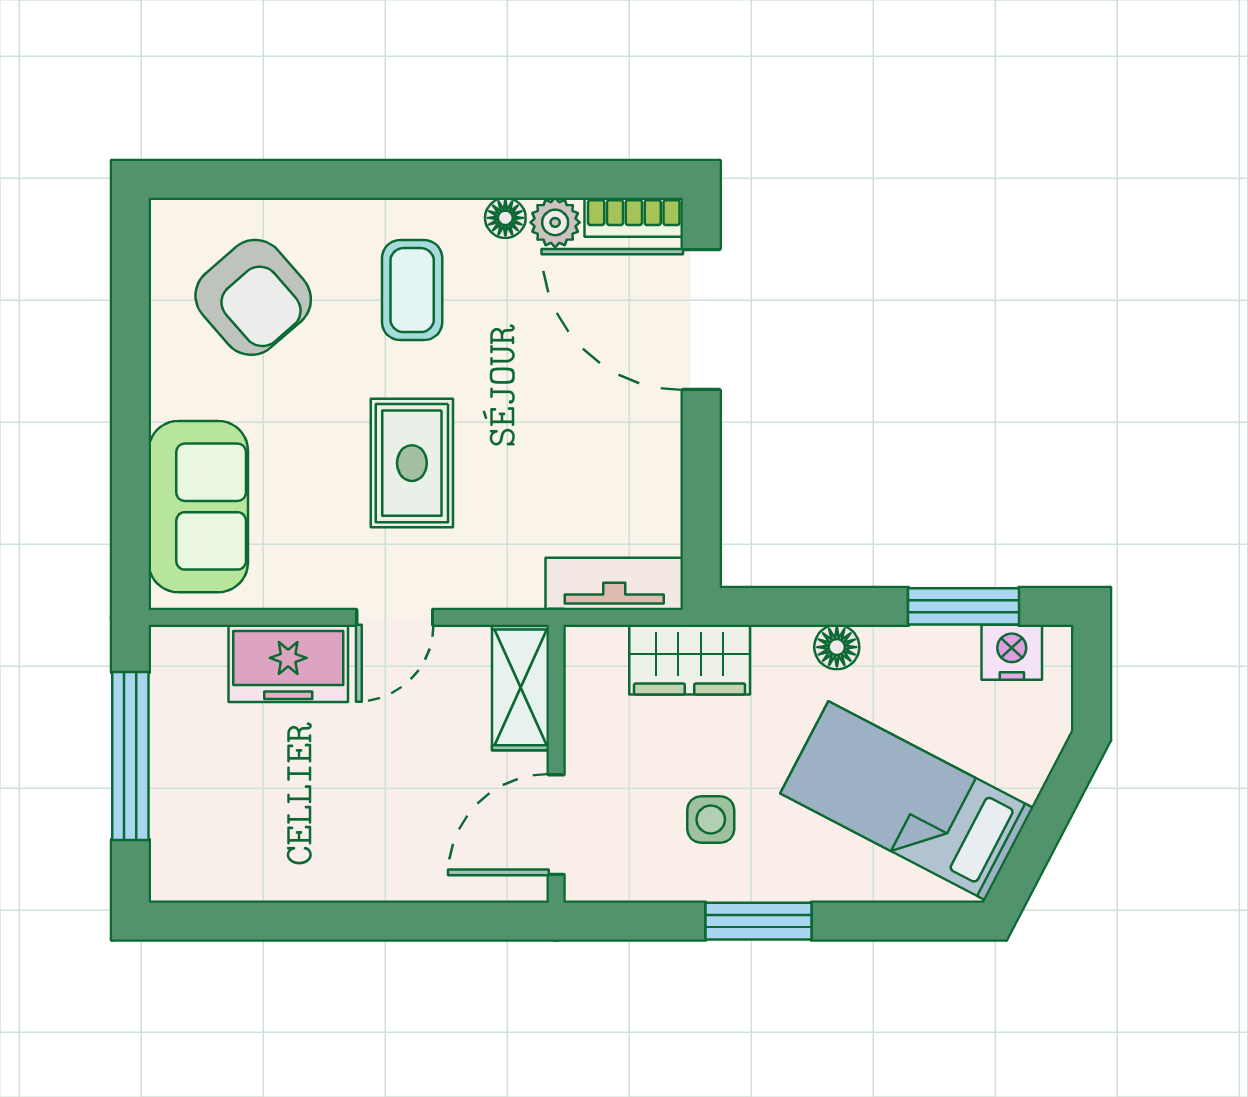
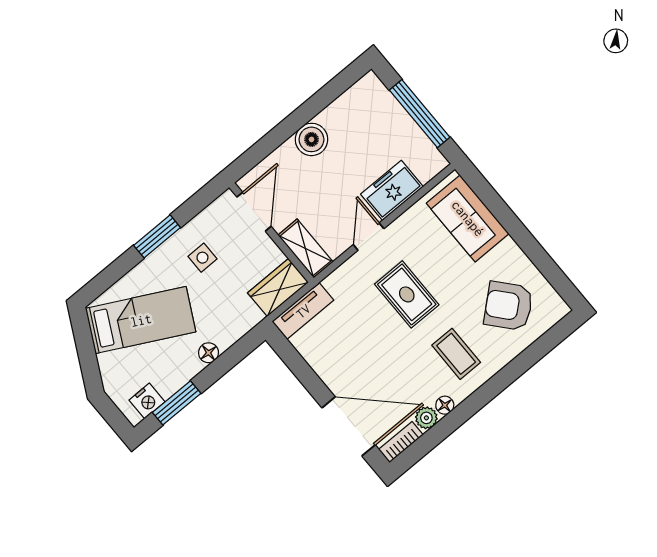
wardrobe: (690, 660) -> (278, 288), moved
boiler: (354, 867) -> (311, 139), added

